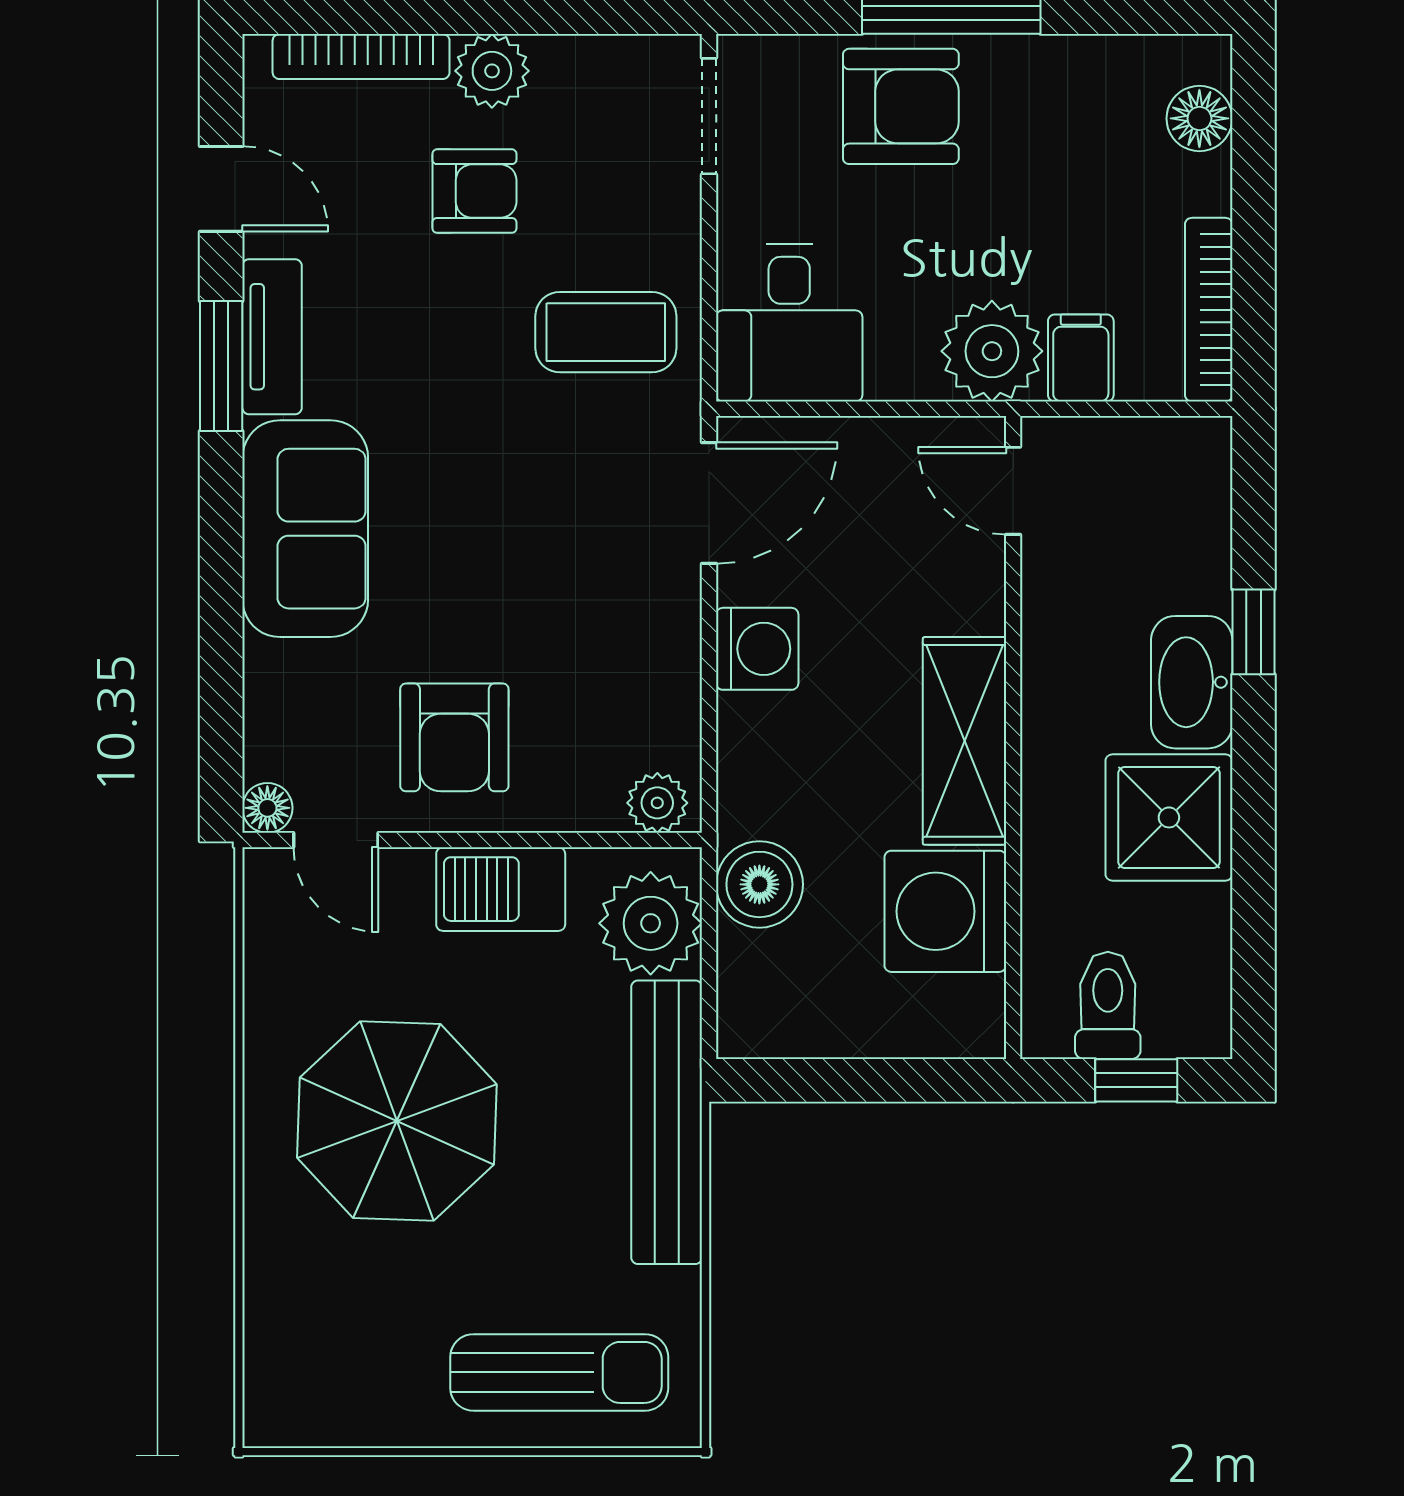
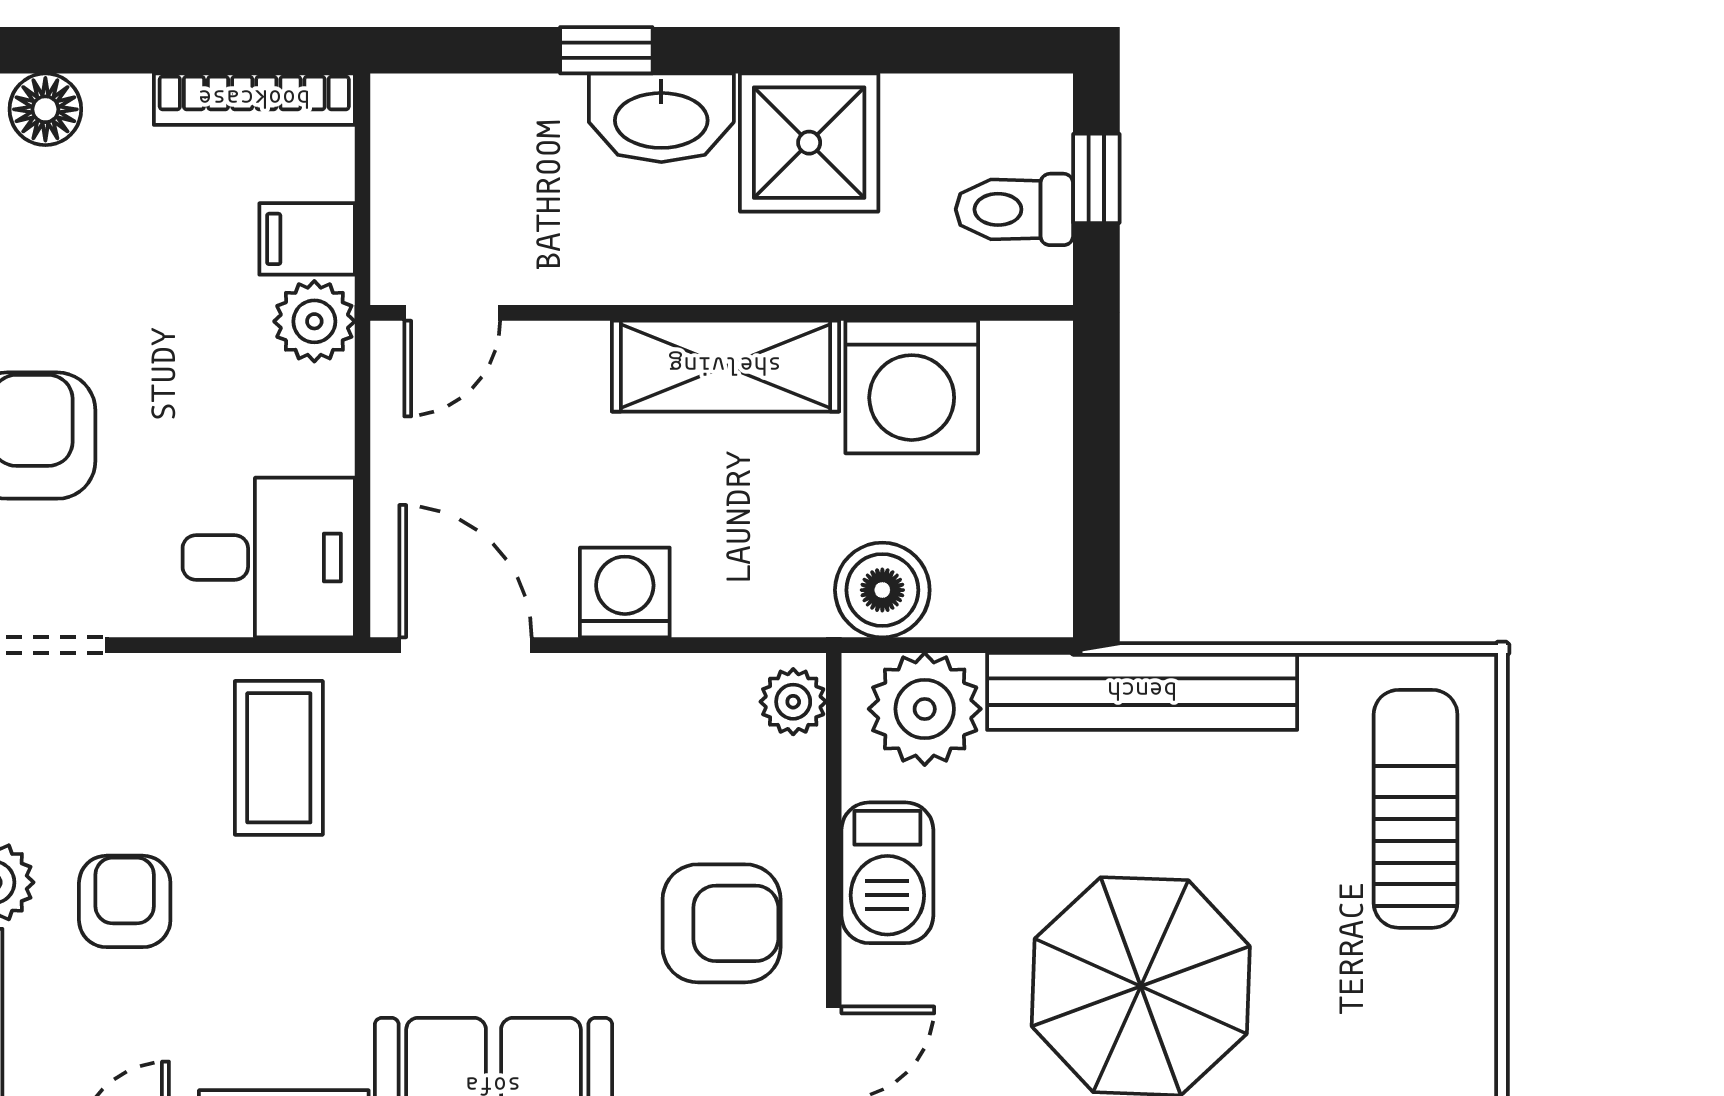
plant: (992, 351) -> (314, 321), width x0.73, depth x0.73

